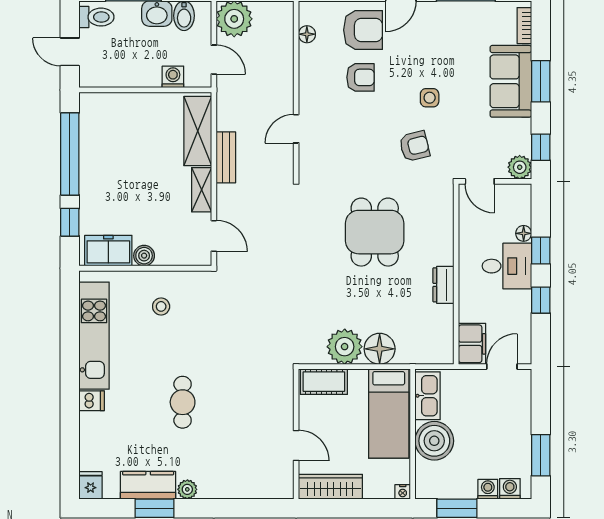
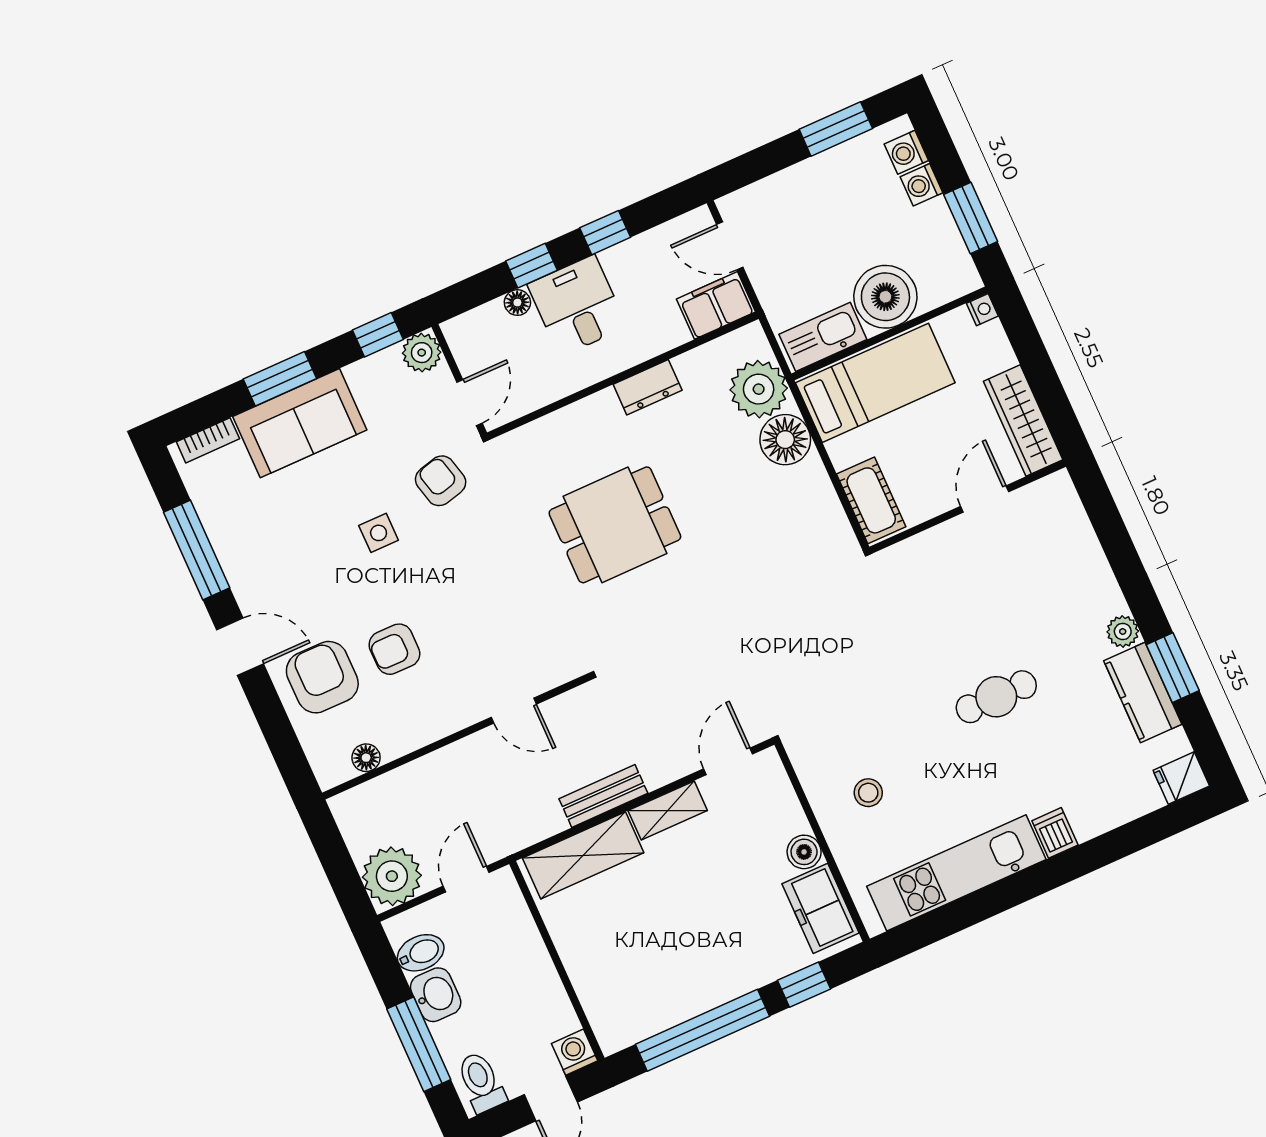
washing machine: (173, 77) -> (575, 1052), moved, turned 90
armchair: (361, 77) -> (394, 649), turned -90
armchair: (414, 146) -> (441, 481), moved
plant: (345, 347) -> (759, 389), moved

